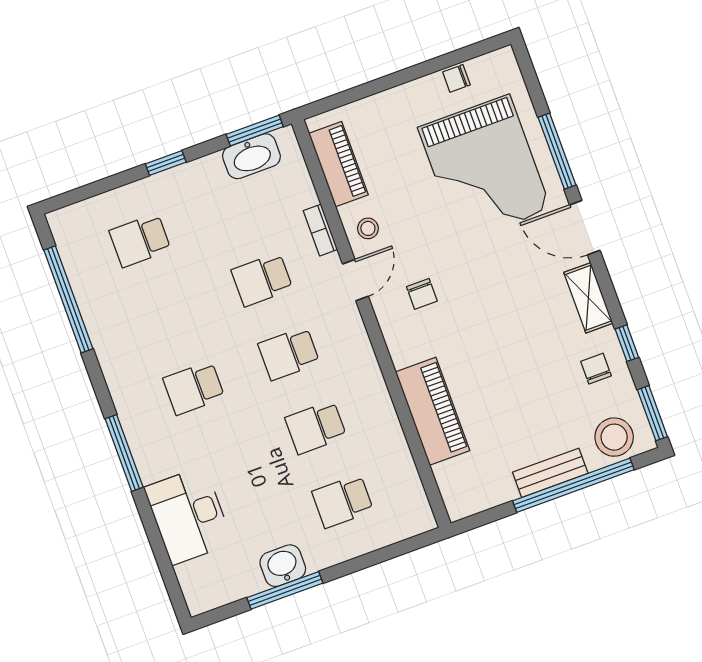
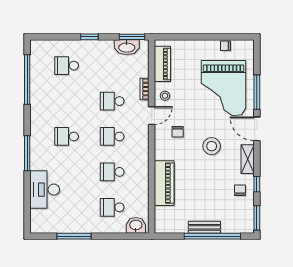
stool: (614, 437) -> (212, 146), moved
washbasin: (283, 566) -> (136, 225), moved

